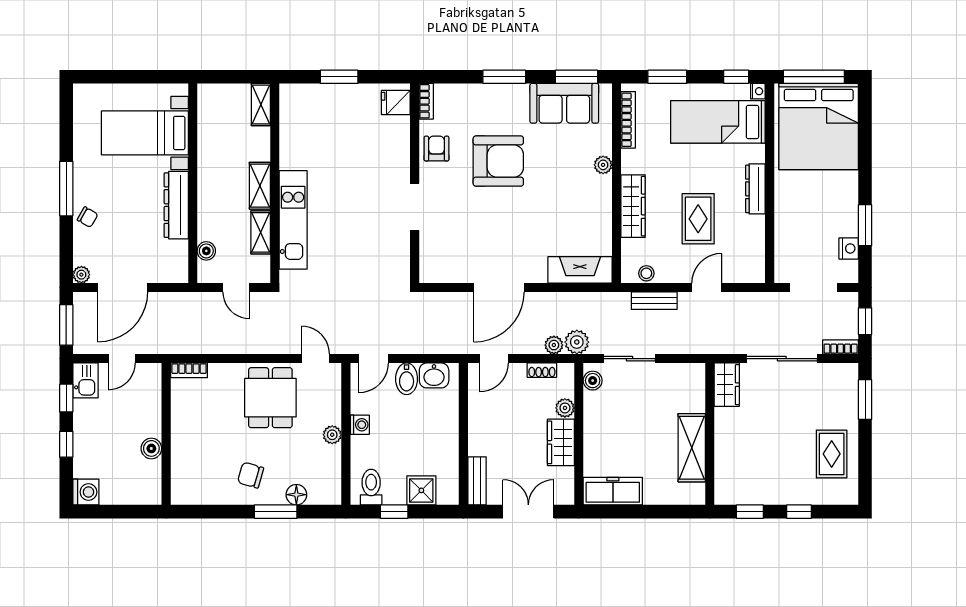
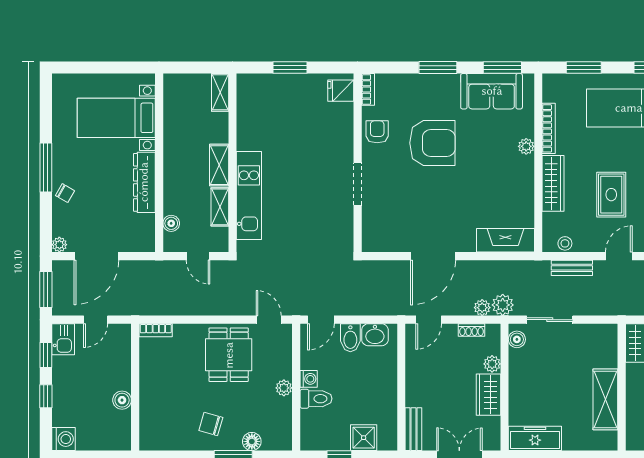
bookcase: (628, 120) -> (549, 128), moved
toilet: (371, 487) -> (316, 399), moved, turned 90

